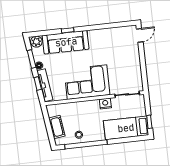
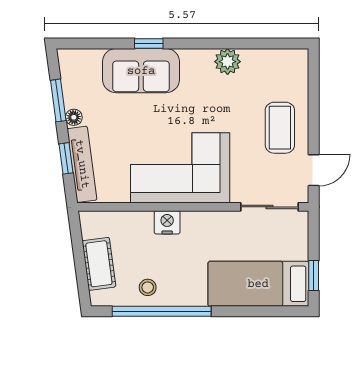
door: (140, 35) -> (314, 170), moved
plant: (36, 42) -> (228, 62), moved
sofa: (66, 42) -> (141, 71), width x0.73
coffee table: (128, 60) -> (280, 128), added
nightstand: (105, 104) -> (167, 222), moved

